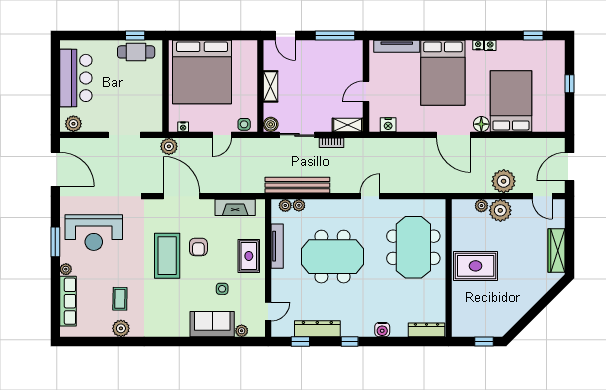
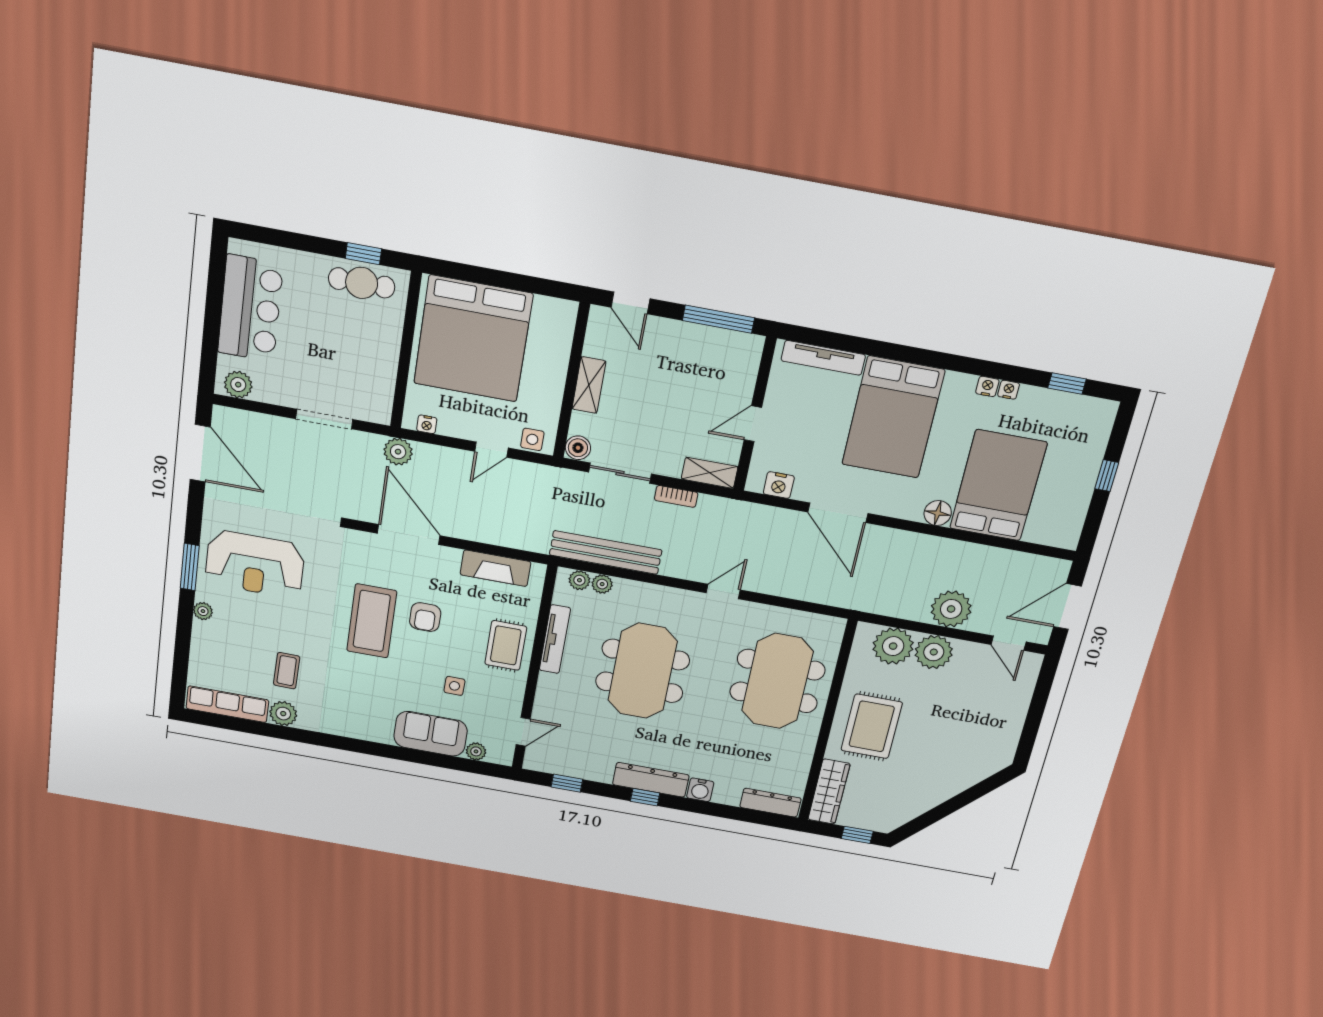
nightstand: (478, 45) -> (1009, 390), moved
door: (454, 135) -> (838, 513), moved
plant: (481, 206) -> (893, 646), width x1.88, depth x1.88
wardrobe: (556, 251) -> (829, 792), moved, turned 180
meeting table: (333, 257) -> (642, 671), turned 90
rug: (476, 266) -> (872, 726), turned 90
row of seats: (68, 301) -> (227, 704), moved, turned -90
dresser: (317, 329) -> (651, 780), moved

